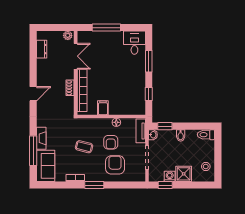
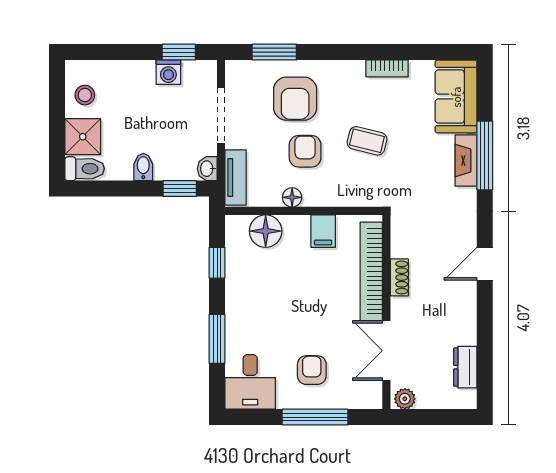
armchair: (108, 48) -> (312, 370), added
floor lamp: (128, 108) -> (266, 231), added
window: (33, 151) -> (485, 155), moved
shower: (184, 174) -> (83, 137), moved
window: (94, 185) -> (274, 52), moved

